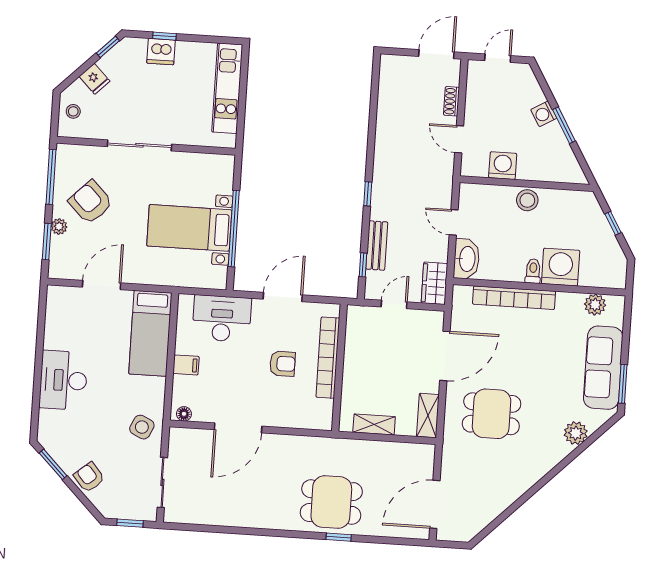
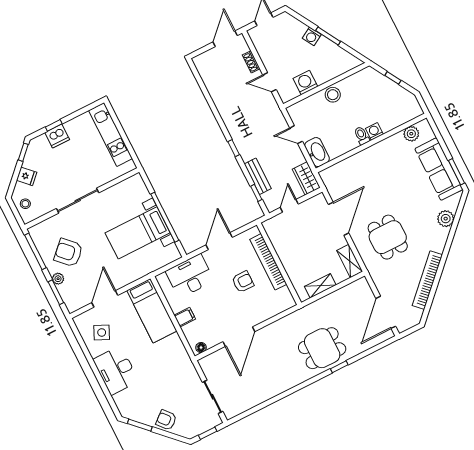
washing machine: (561, 267) -> (374, 131), width x0.53, depth x0.53
bookcase: (514, 298) -> (427, 280), moved, turned 135
dining table: (492, 414) -> (388, 237), turned 90
side table: (142, 427) -> (102, 332), moved

